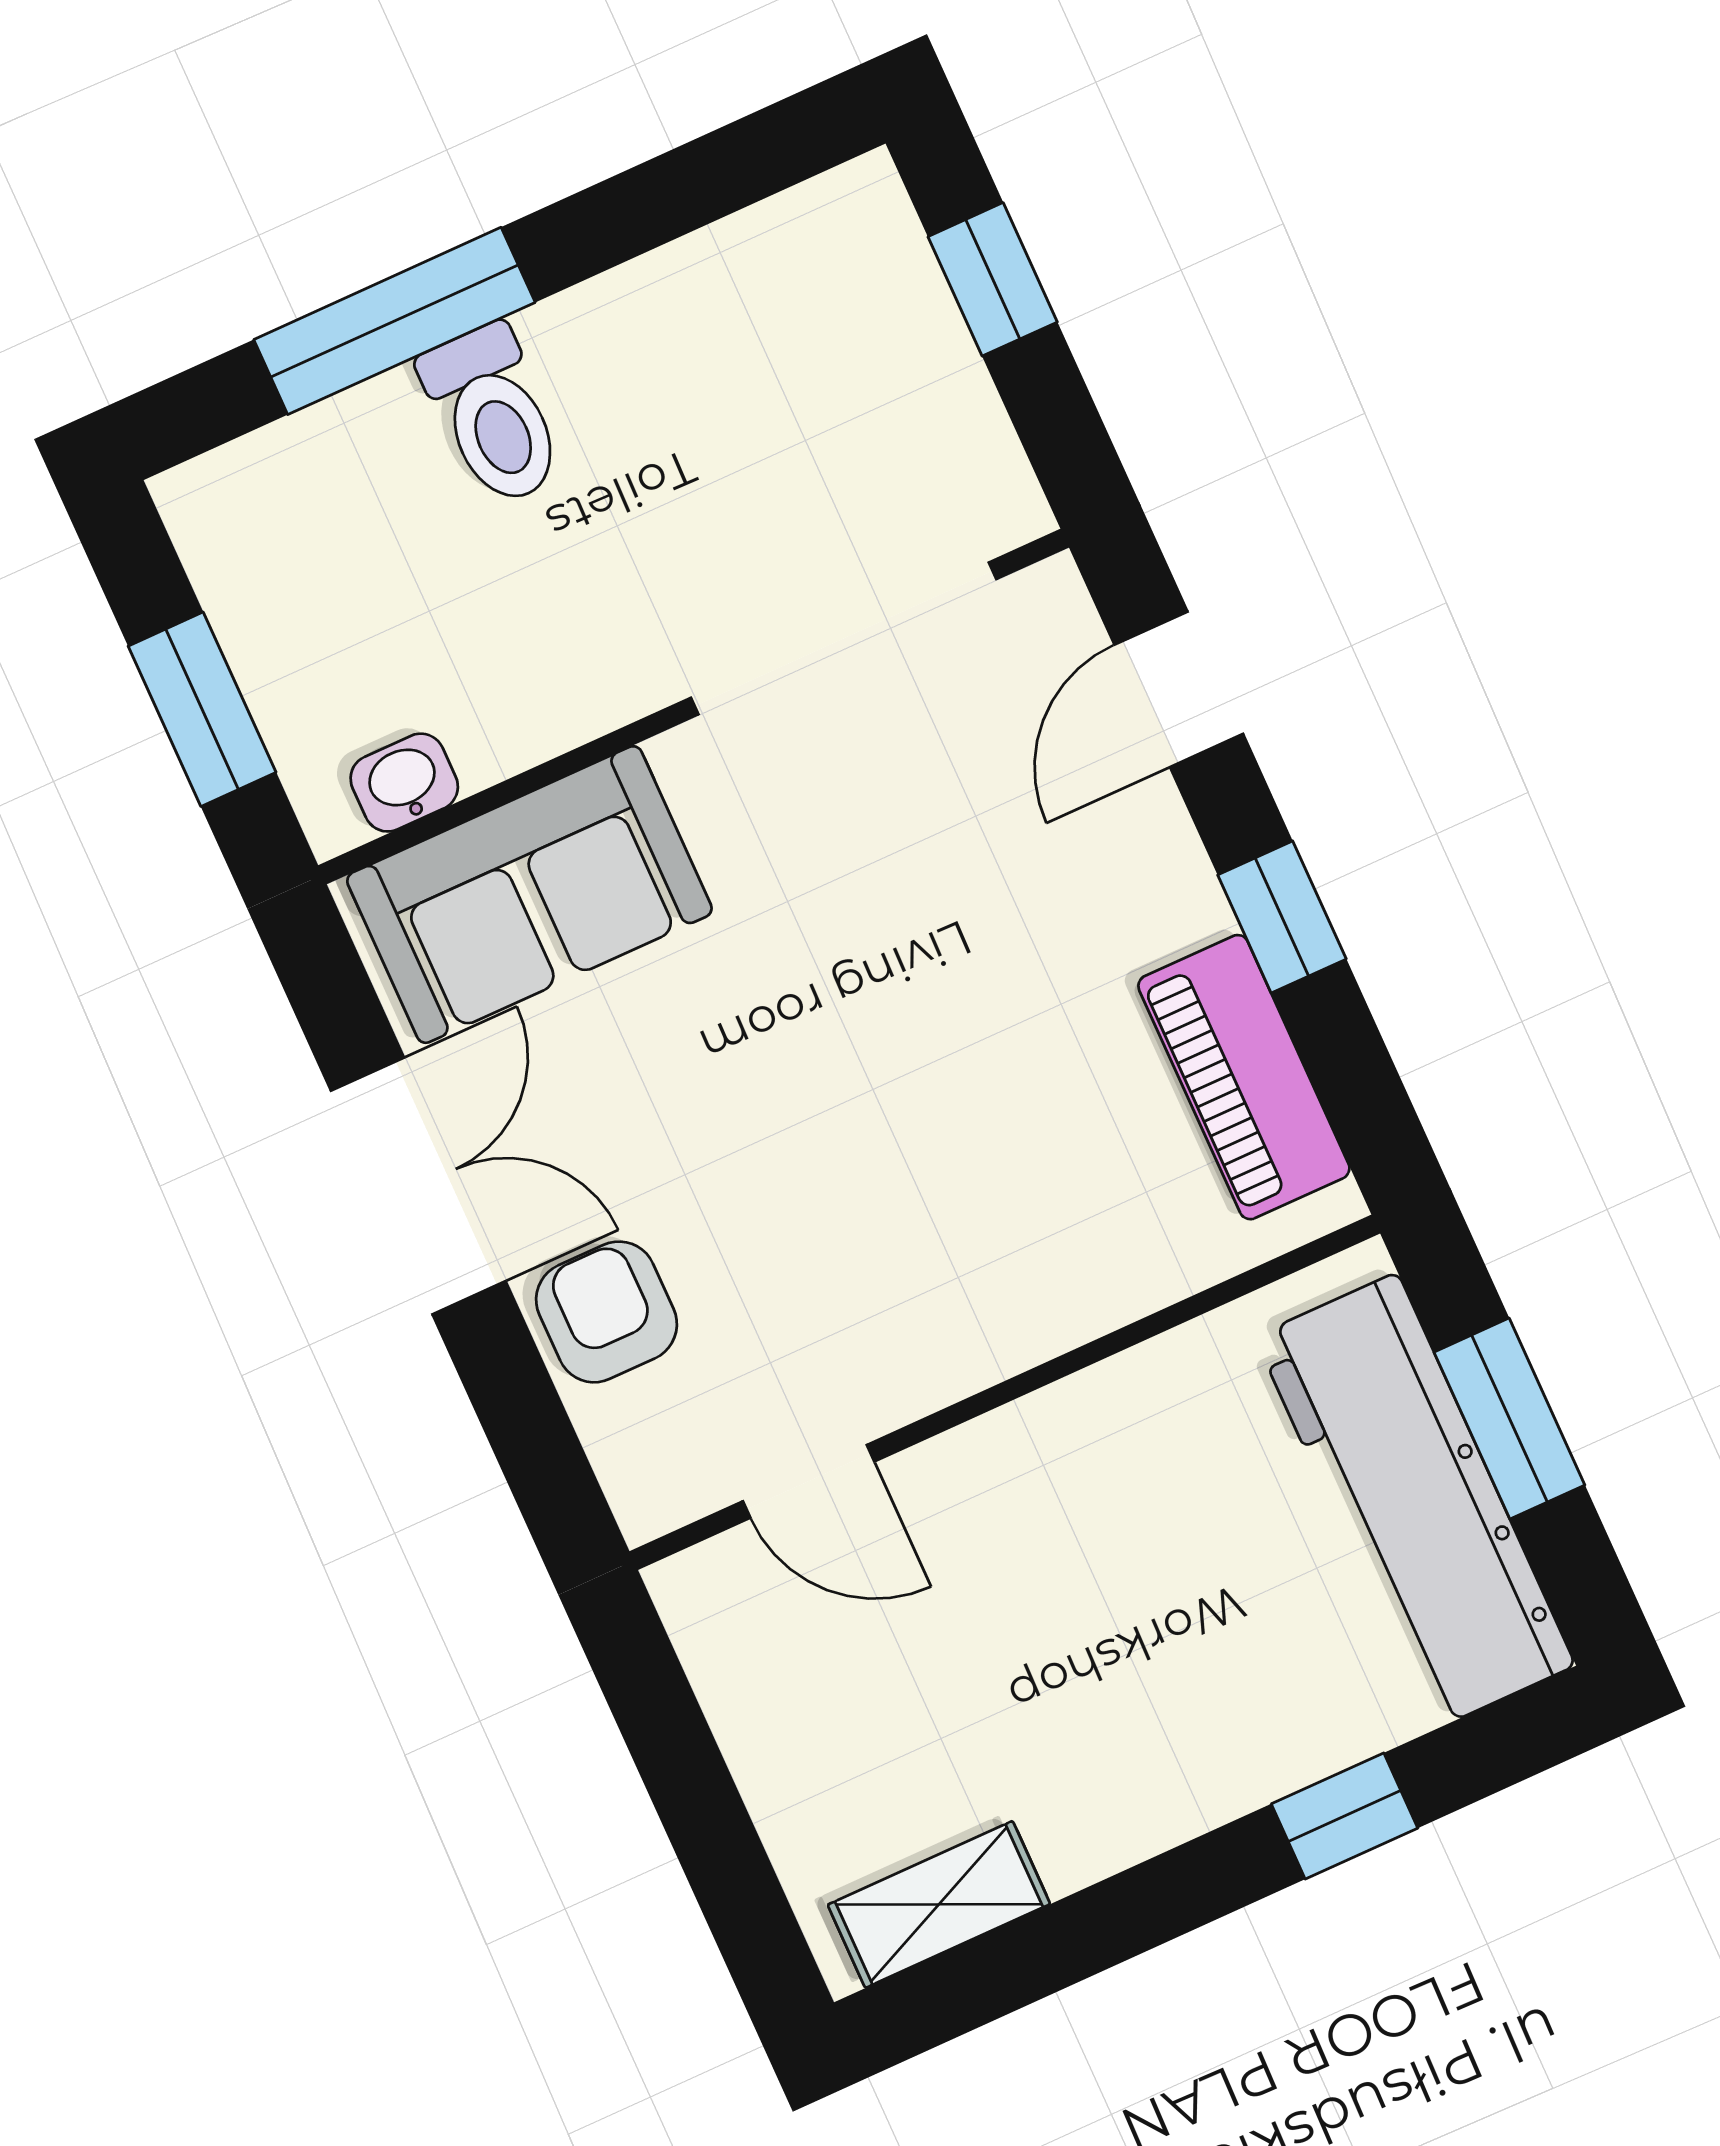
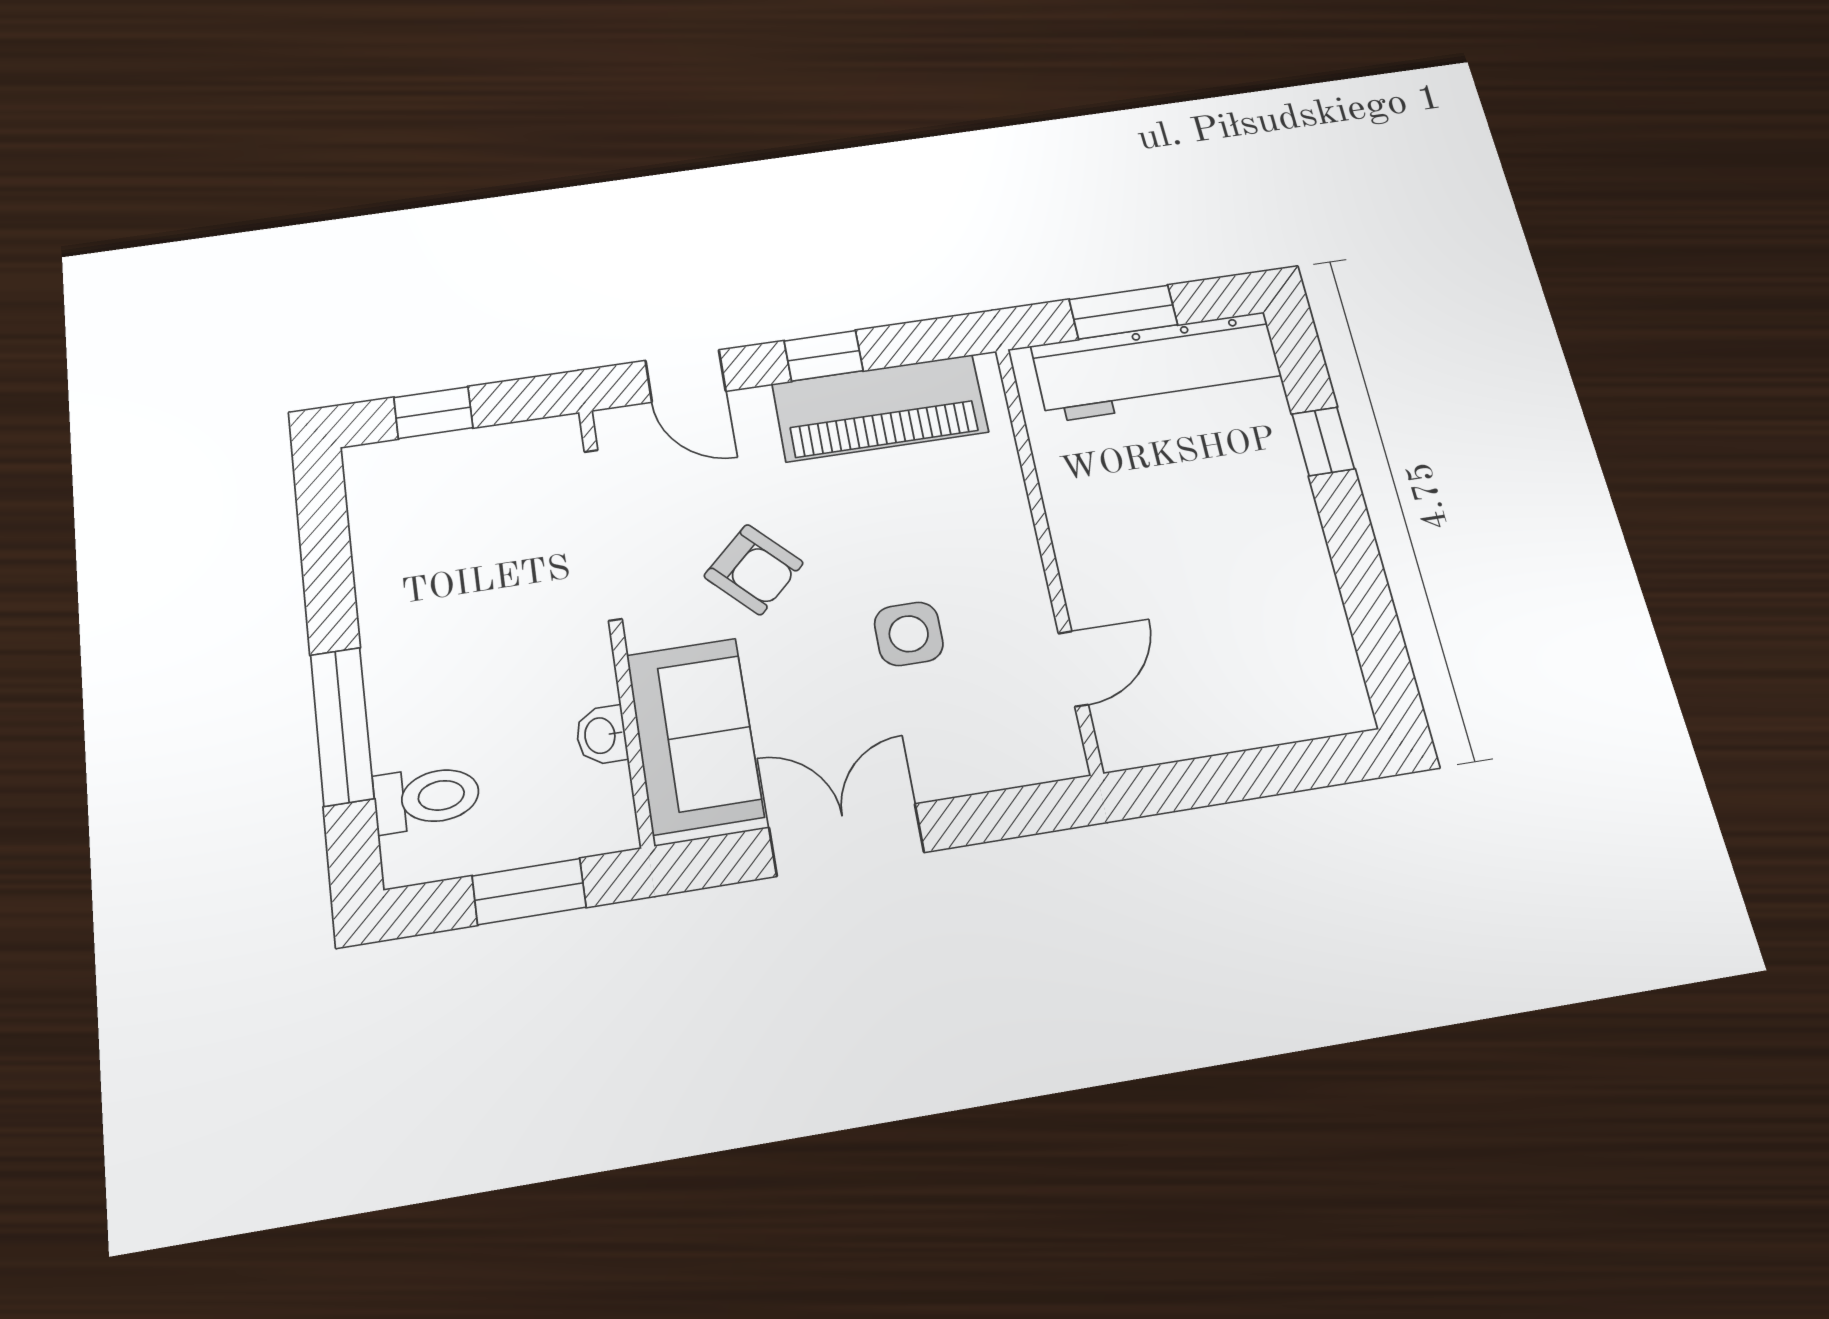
toilet: (493, 415) -> (427, 798), moved
washbasin: (404, 783) -> (601, 735), moved
piano: (1244, 1077) -> (880, 408), width x1.37, depth x1.33
side table: (799, 1196) -> (909, 634), added
armchair: (607, 1312) -> (754, 570), moved, turned -134
shelving: (939, 1904) -> (1332, 659), removed

